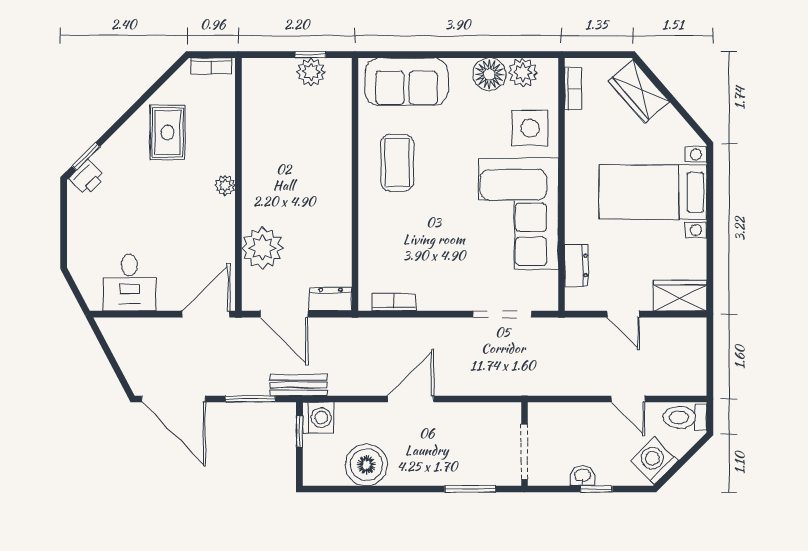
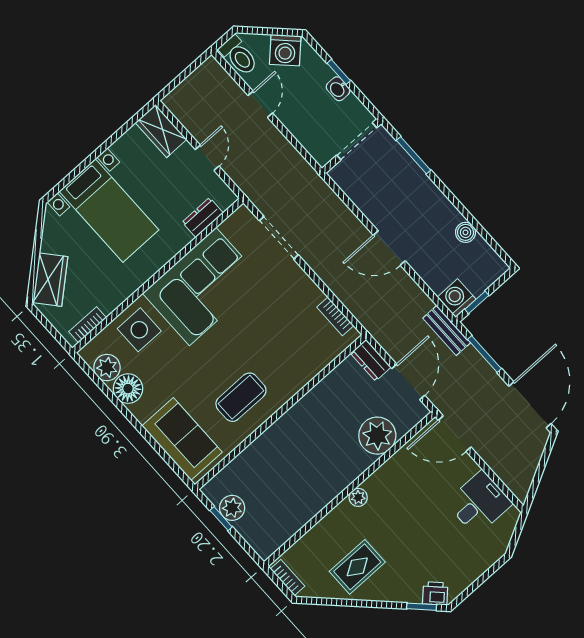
boiler: (366, 465) -> (466, 232), width x0.54, depth x0.54

